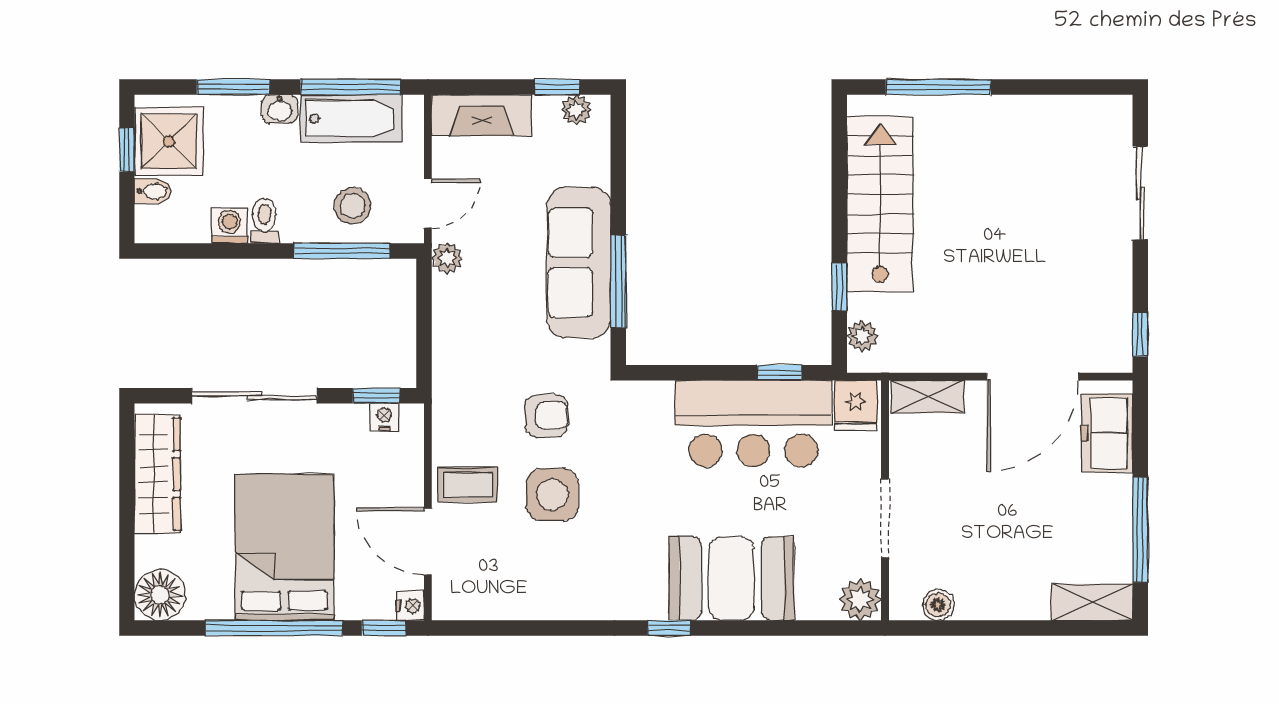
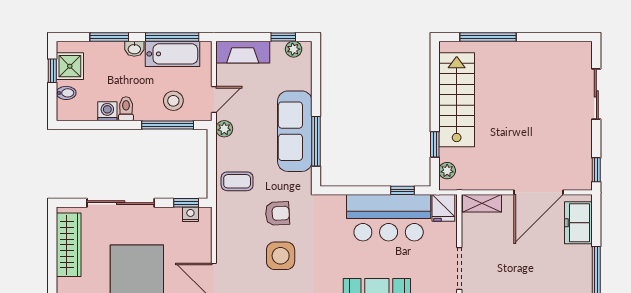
shower: (169, 141) -> (70, 66), width x0.73, depth x0.73
coffee table: (468, 485) -> (237, 181), moved

